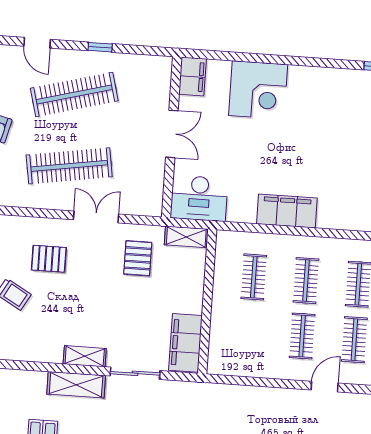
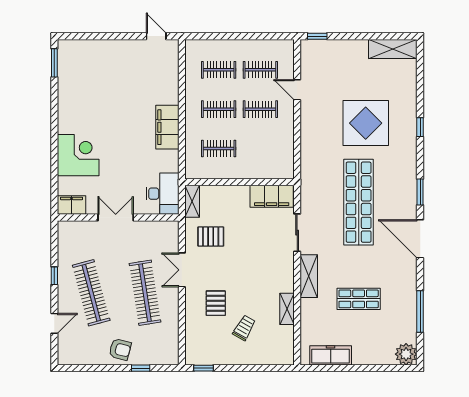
shelving: (85, 356) -> (287, 309), moved

